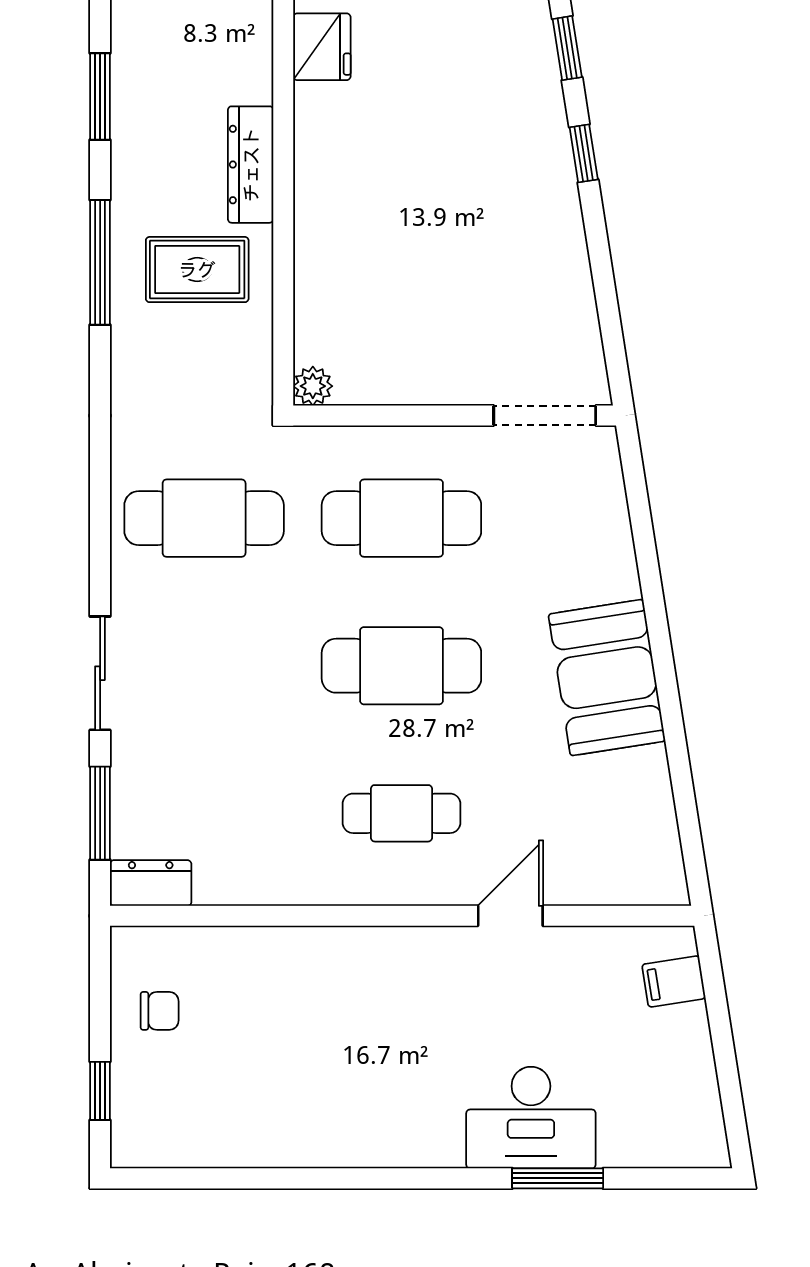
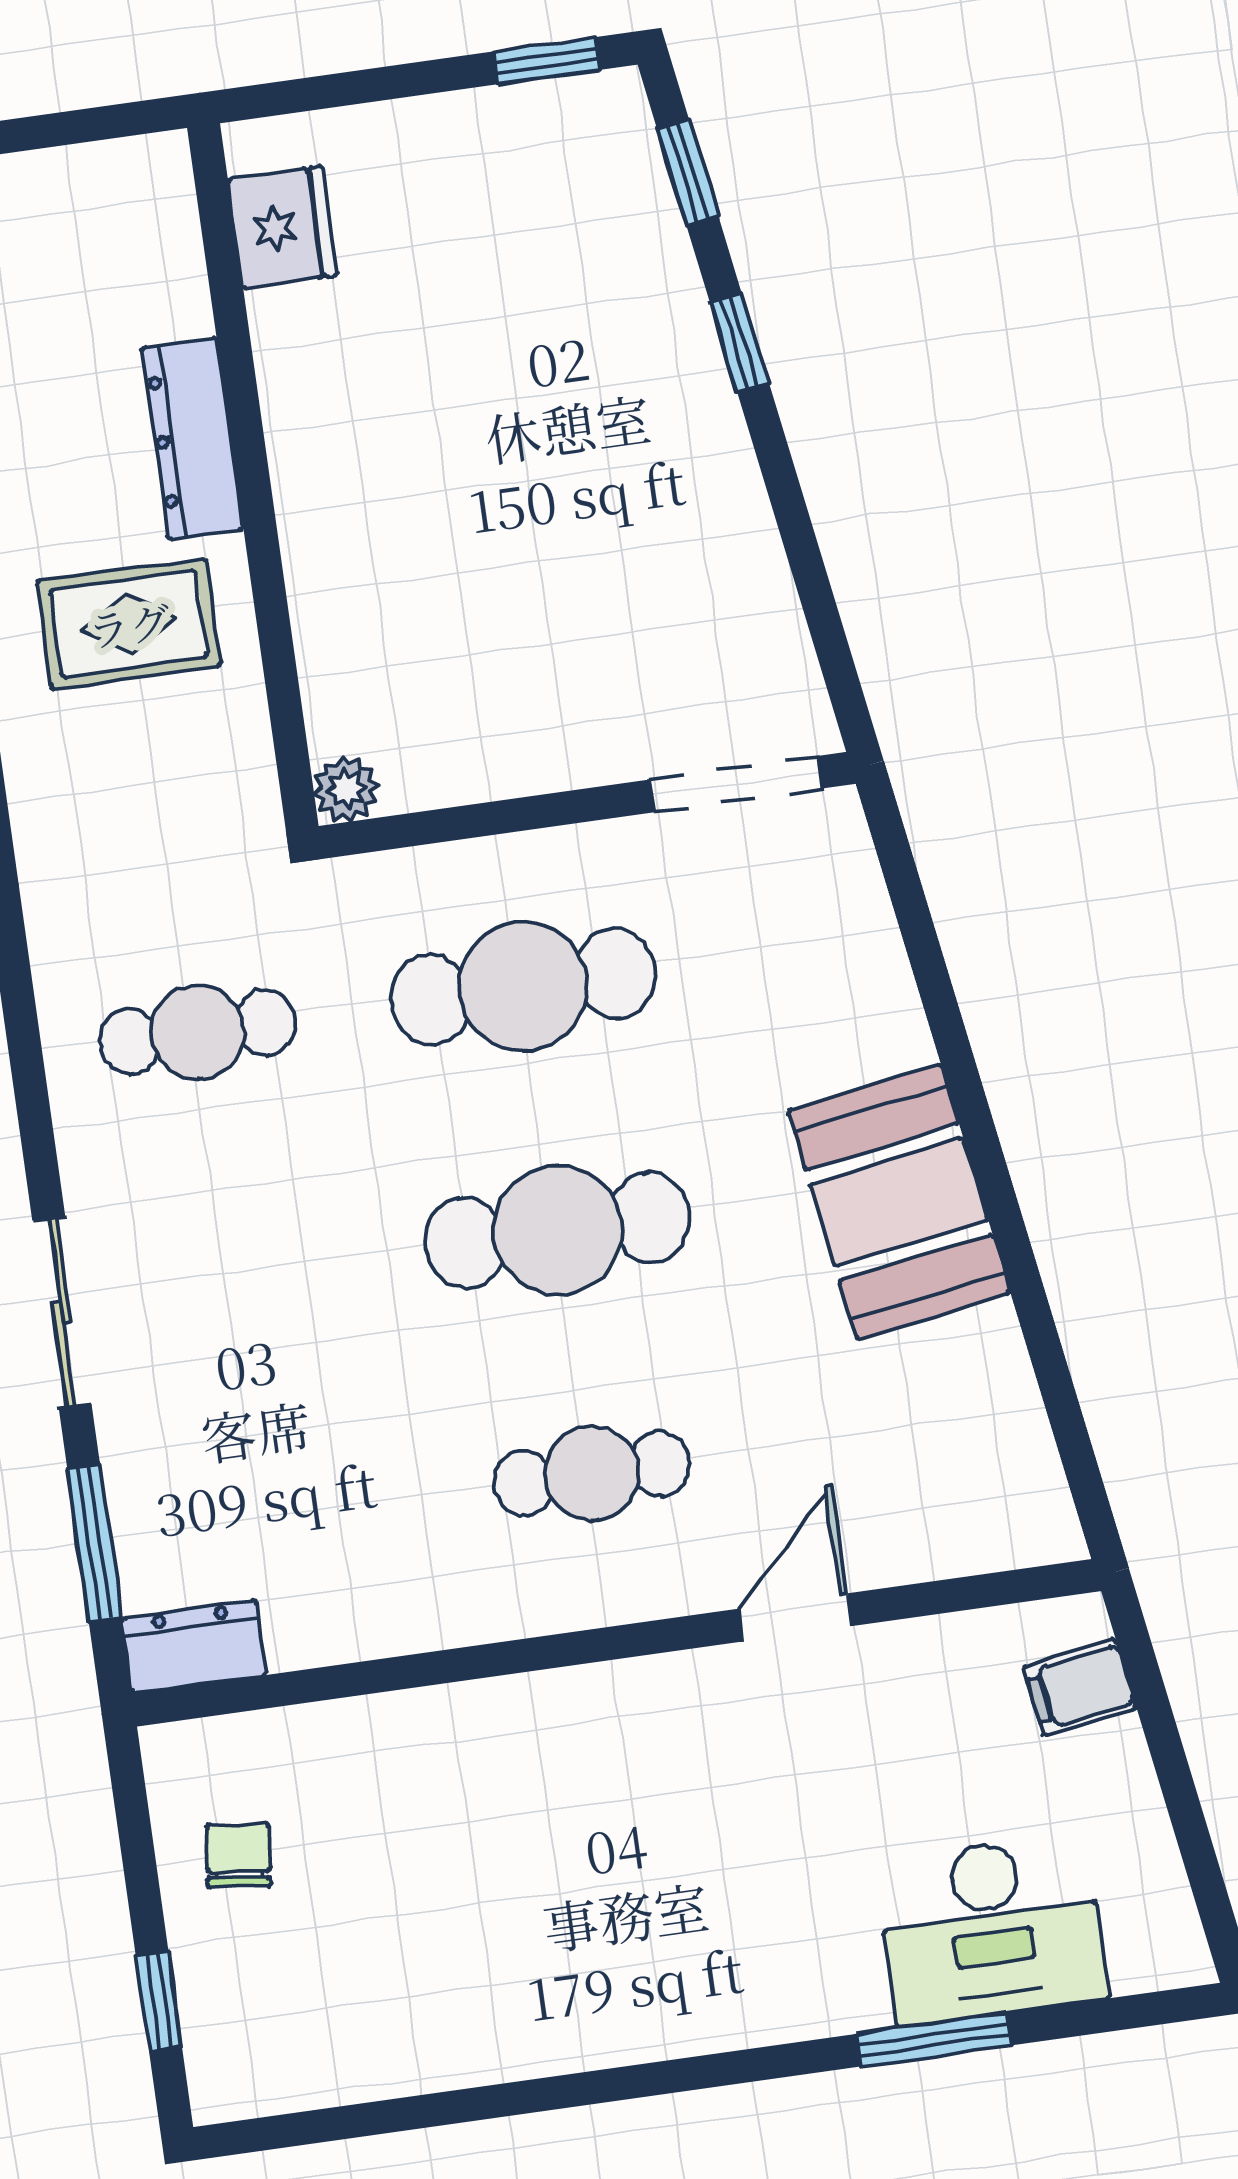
cafe table: (204, 518) -> (198, 1032), width x0.73, depth x0.74
chair: (160, 1011) -> (239, 1856), turned -83
desk: (531, 1118) -> (992, 1929), moved

